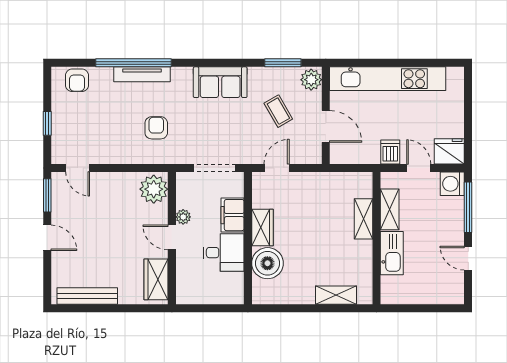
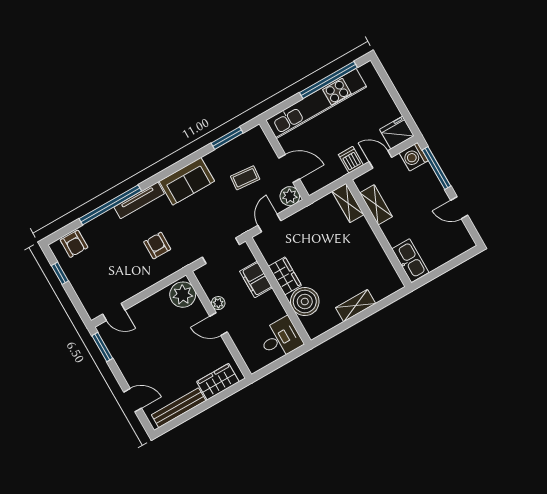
window: (412, 63) -> (328, 80), added
tv unit: (142, 74) -> (139, 200), moved
plant: (311, 80) -> (290, 196), moved
coffee table: (278, 111) -> (245, 178), turned -55
window: (47, 123) -> (60, 273), moved
shelving: (363, 219) -> (348, 203), moved
door: (47, 238) -> (133, 400), moved
desk: (224, 253) -> (280, 339), moved
kitchen sink: (392, 253) -> (410, 261), moved
wardrobe: (156, 279) -> (218, 382), moved, turned 90
shelving: (336, 295) -> (356, 306), moved

